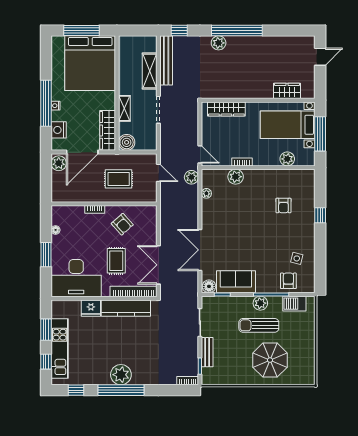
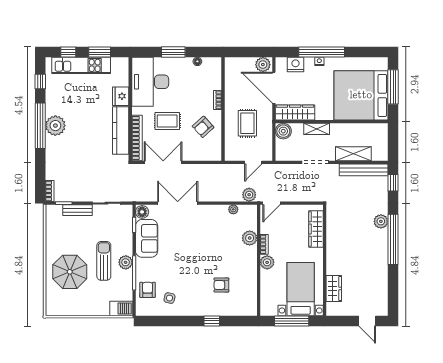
plant: (287, 159) -> (267, 262), moved
armchair: (288, 281) -> (148, 290), turned -90
barbecue: (294, 304) -> (121, 308), moved, turned 90

